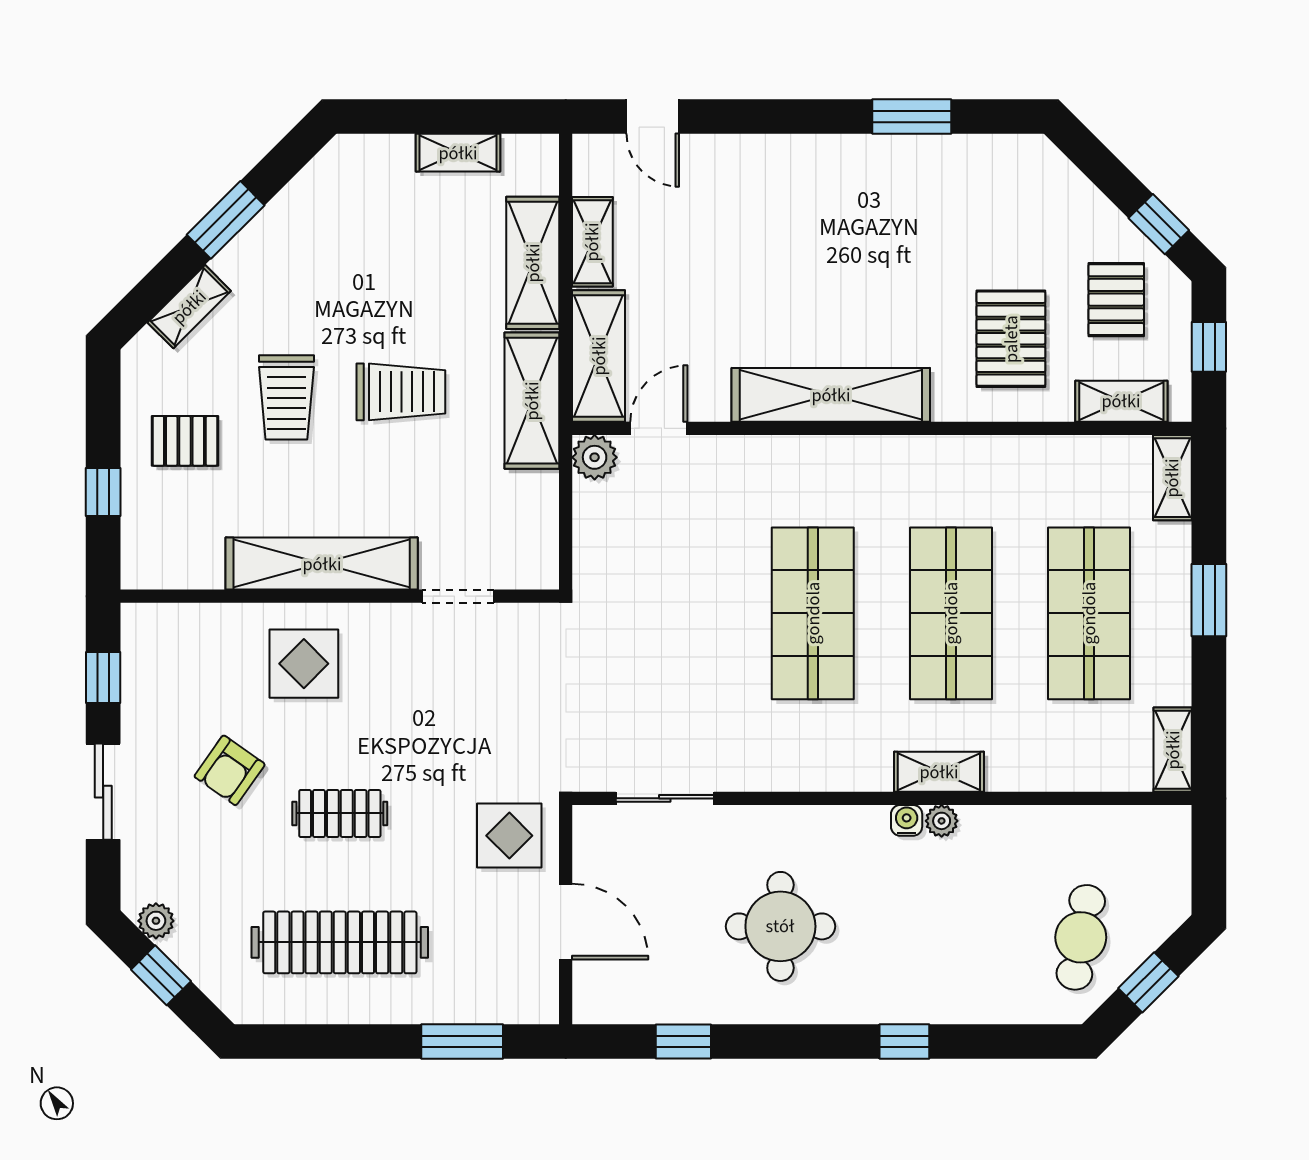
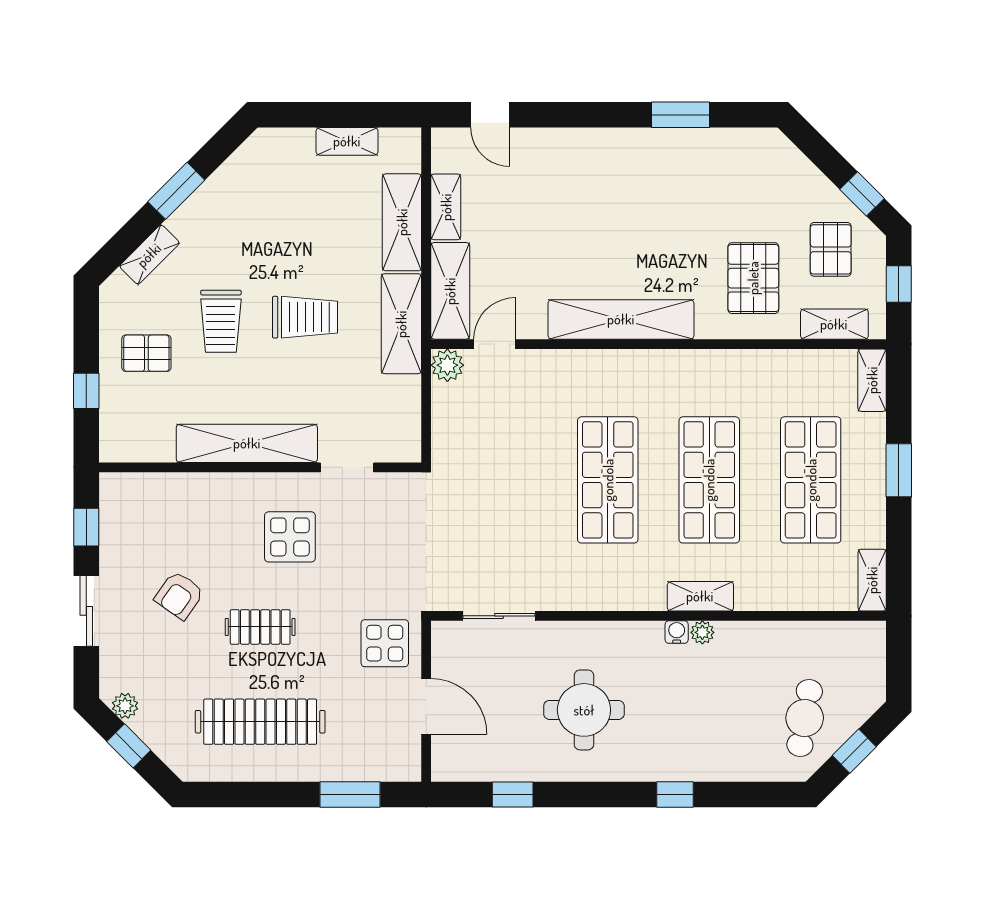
display table: (304, 664) -> (290, 537), moved

